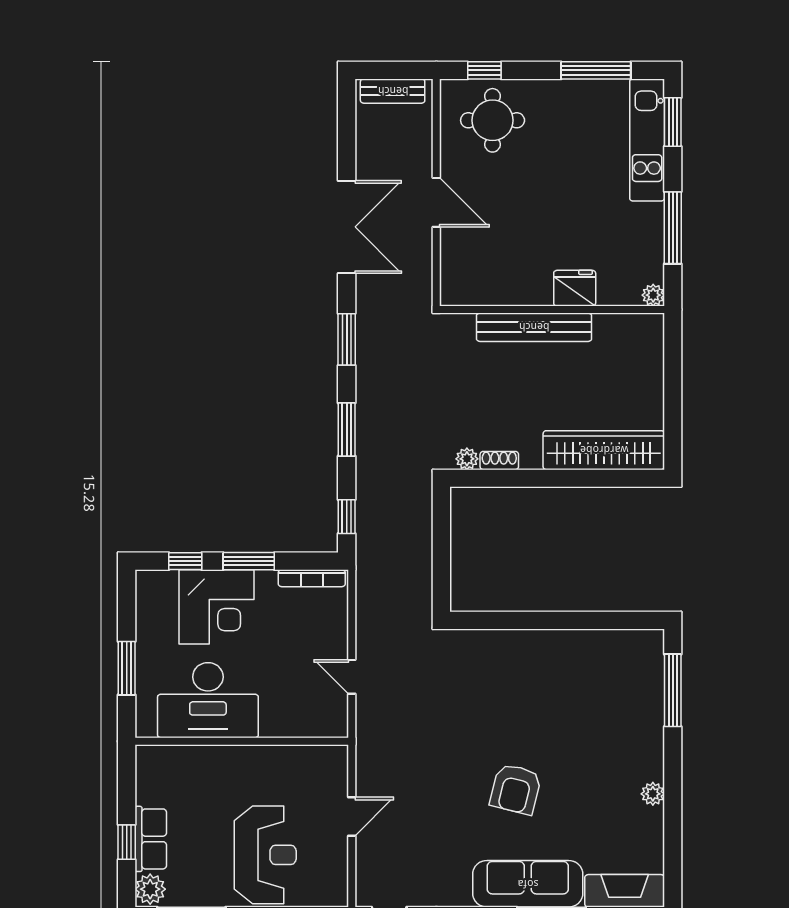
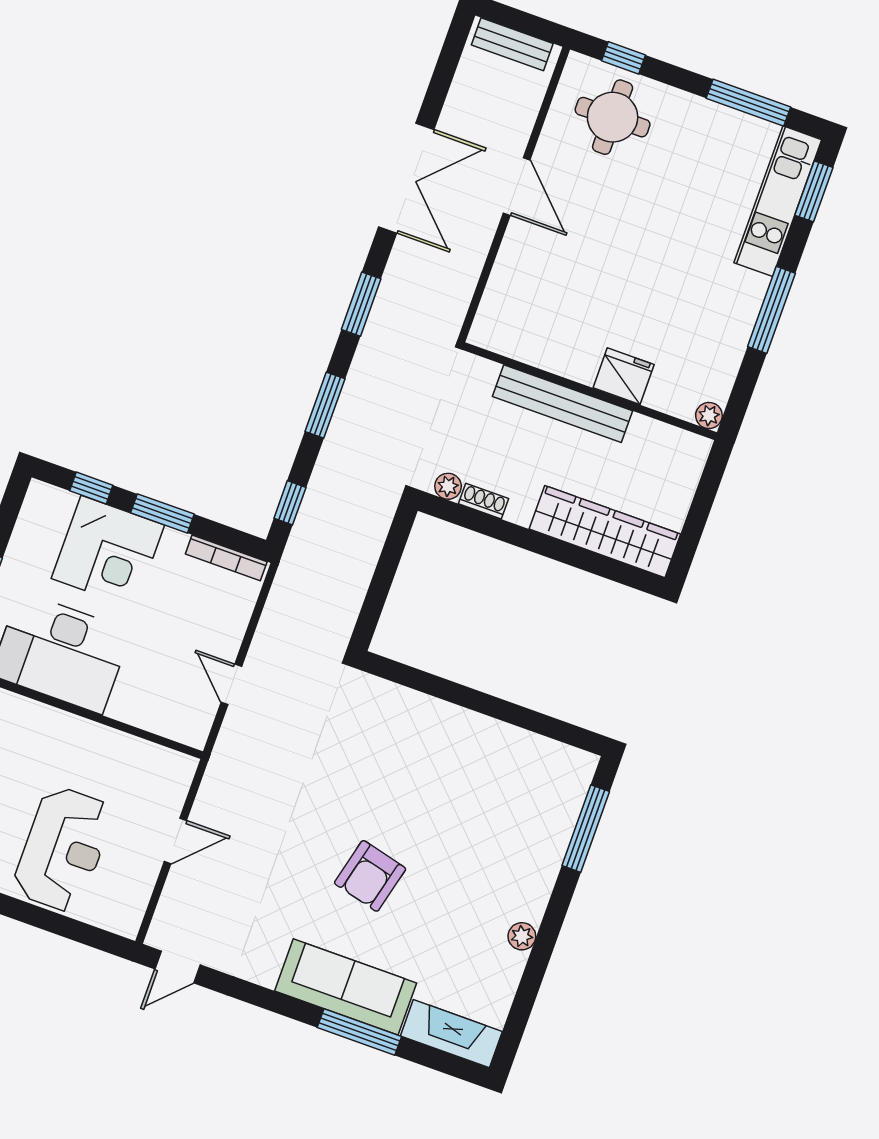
fridge: (575, 288) -> (624, 376), moved
plant: (653, 295) -> (709, 415), moved
wall: (552, 310) -> (590, 391), moved
bench: (534, 327) -> (562, 404), moved

